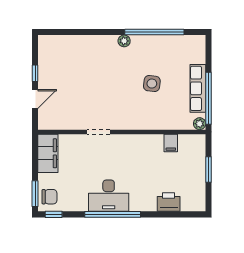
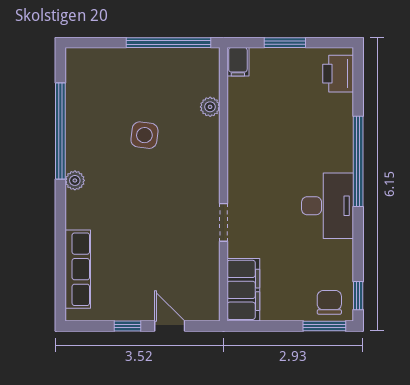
row of seats: (198, 88) -> (78, 269), moved, turned -90
plant: (200, 124) -> (210, 107), moved
filing cabinet: (171, 143) -> (238, 62), moved, turned 90
filing cabinet: (48, 153) -> (243, 290), moved, turned 90
printer: (169, 202) -> (338, 74), moved
window: (113, 214) -> (358, 161), moved

